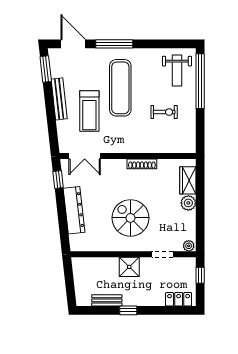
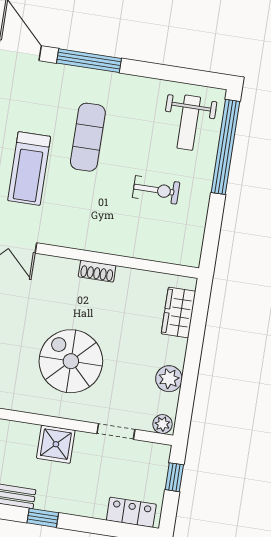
exercise mat: (120, 88) -> (88, 137), width x0.73, depth x0.69
shoe rack: (142, 164) -> (97, 271), width x0.70
plant: (188, 203) -> (169, 379), moved

